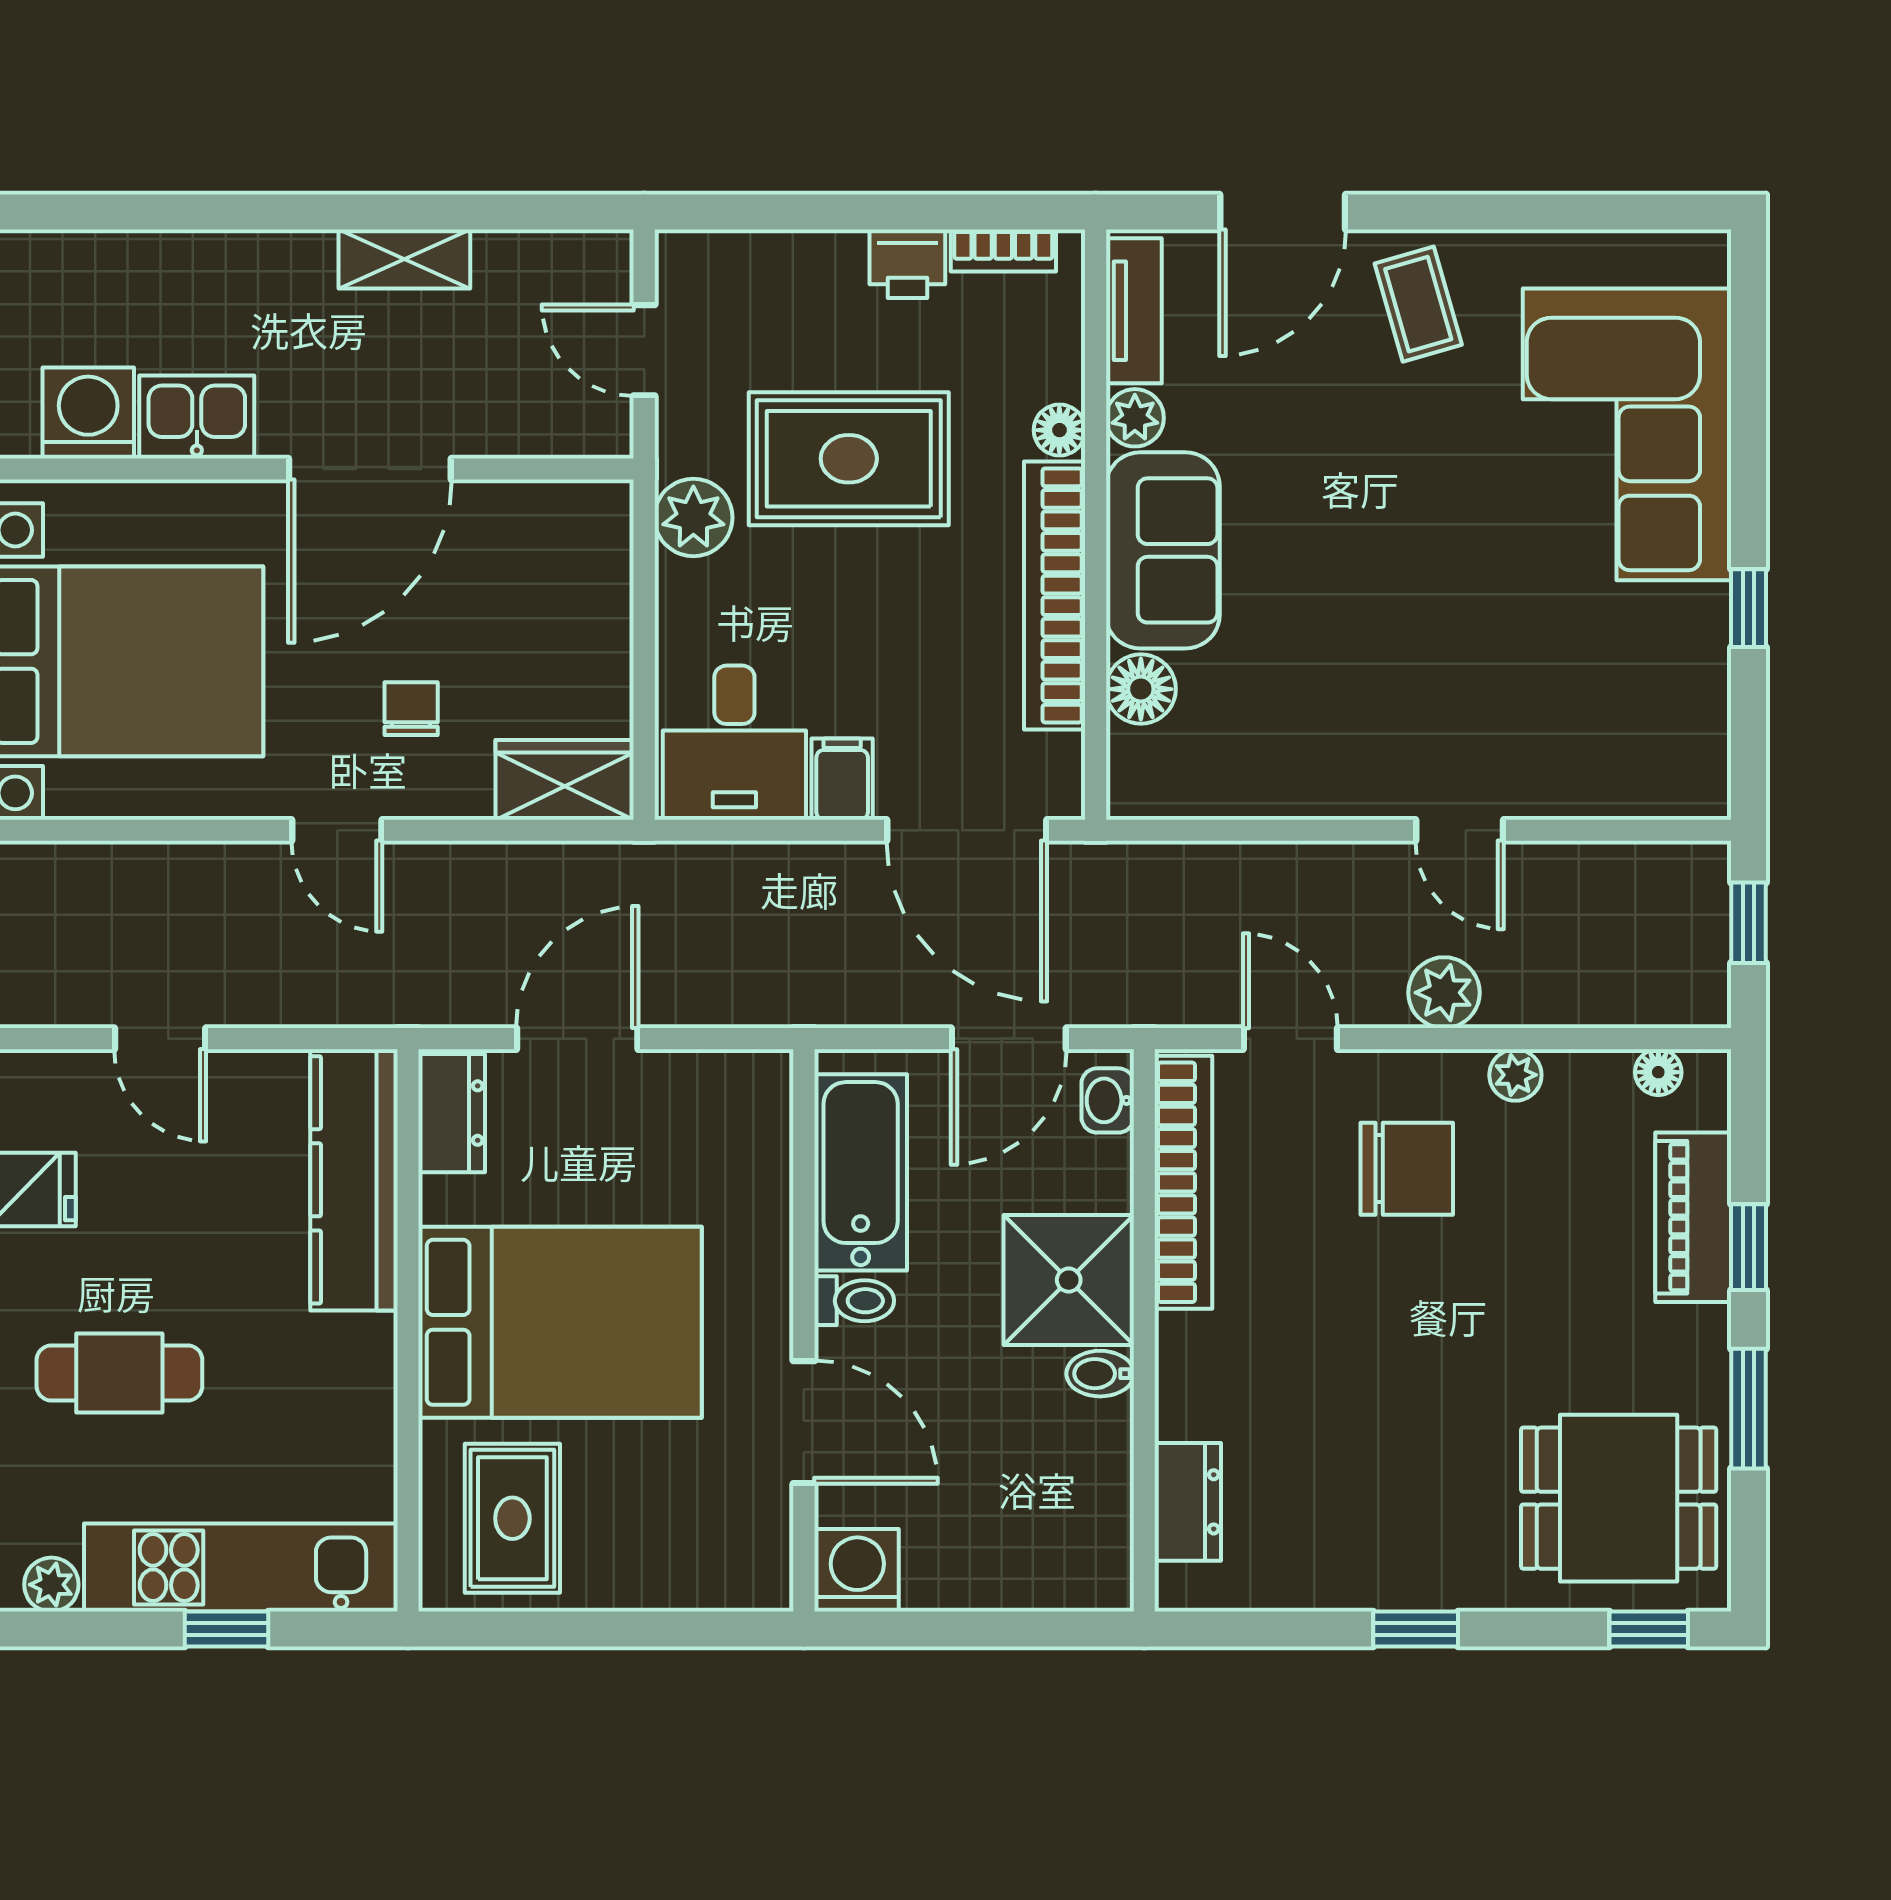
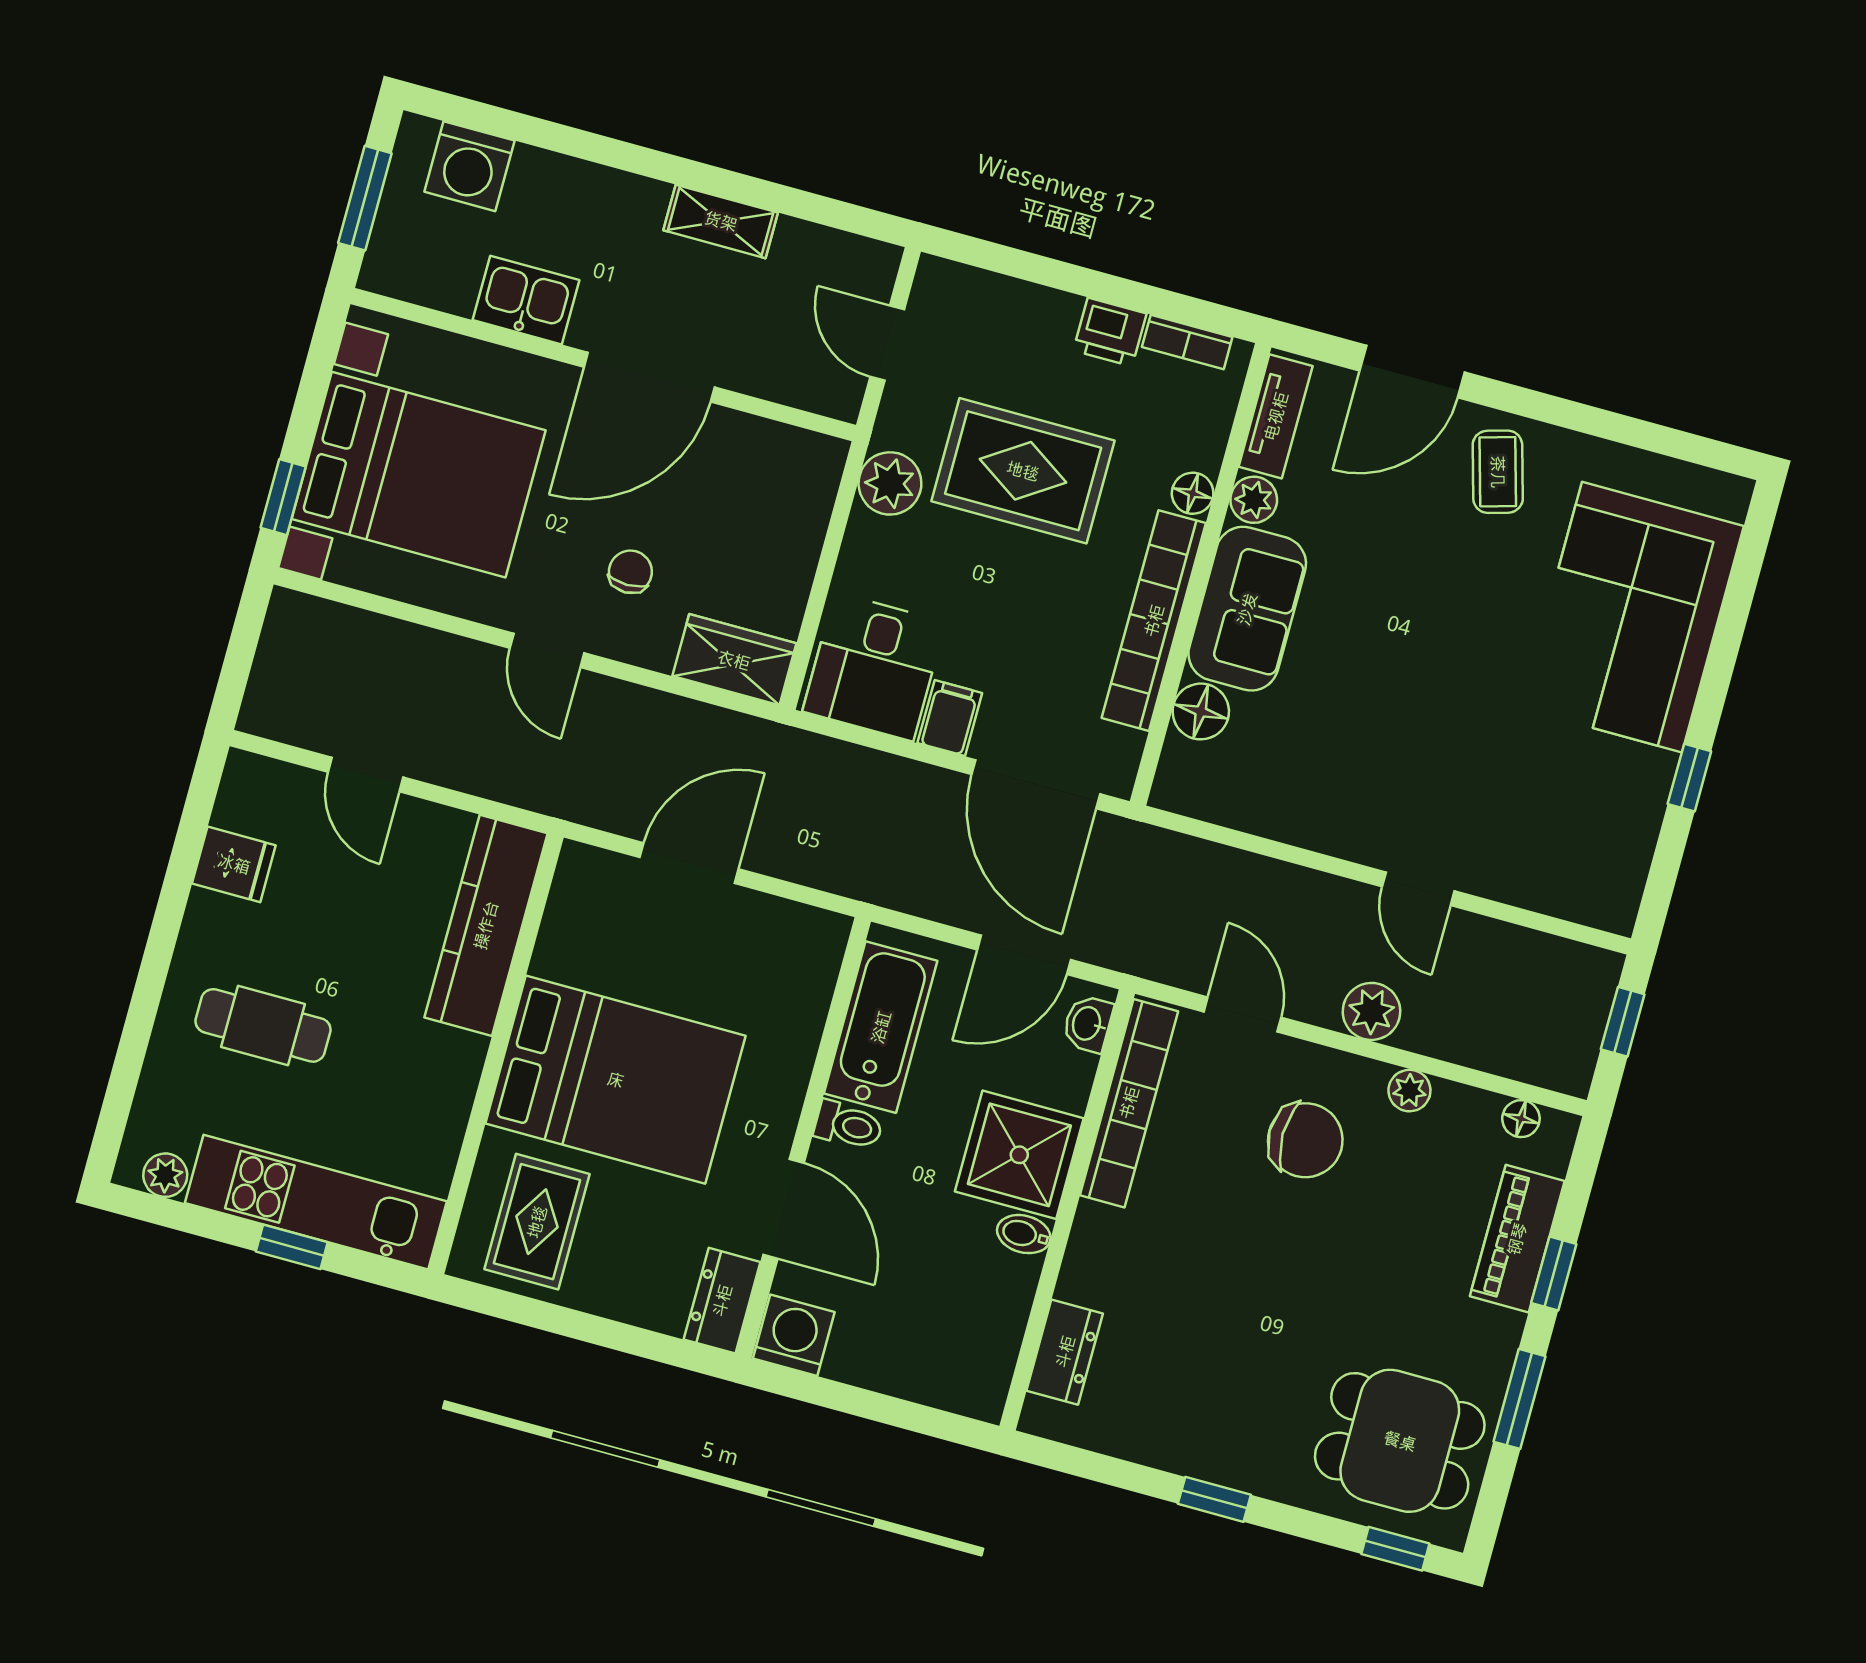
washing machine: (88, 413) -> (469, 166), moved, turned 180
dresser: (452, 1113) -> (722, 1301), moved, turned 180

